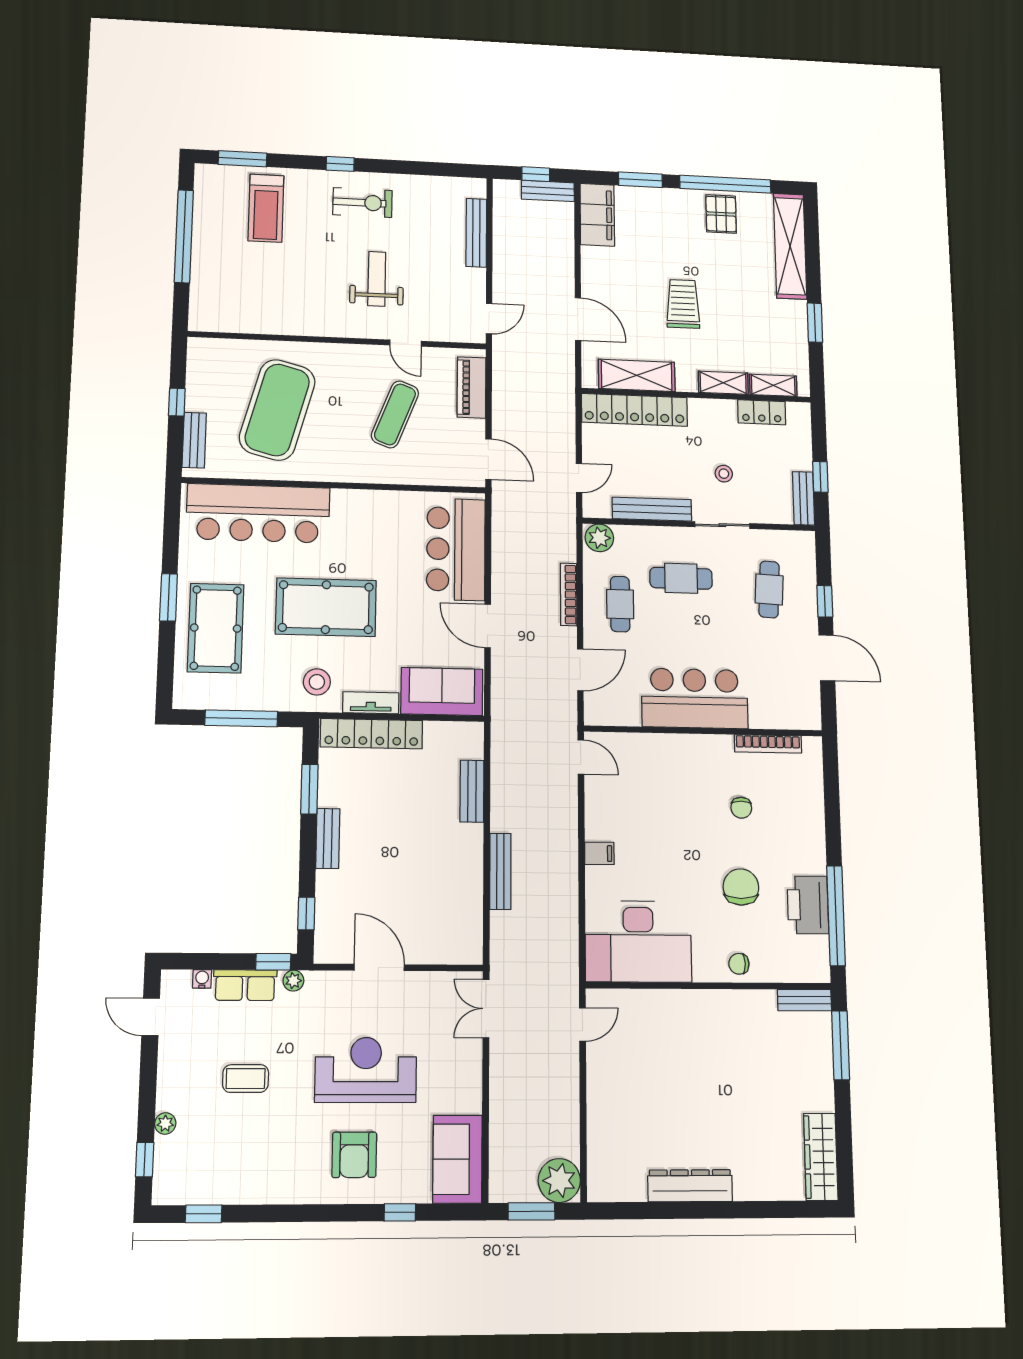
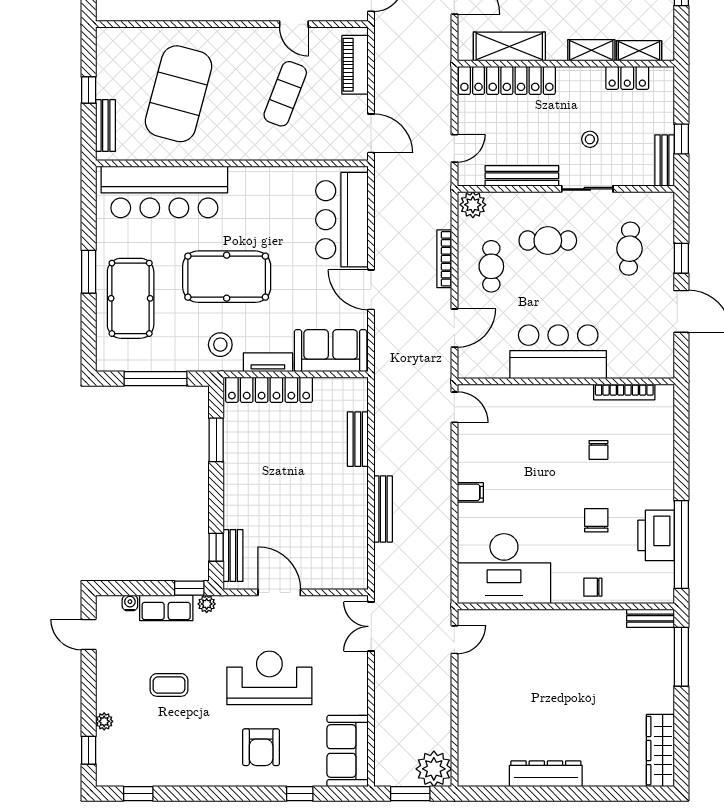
bench: (328, 838) -> (233, 555), moved
chair: (741, 887) -> (596, 520), width x0.73, depth x0.73

